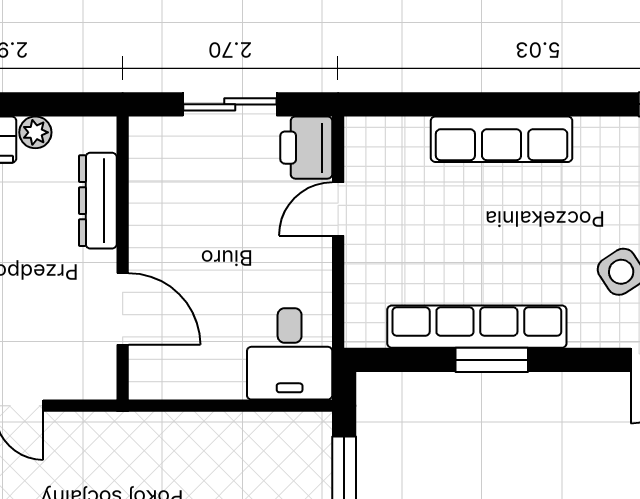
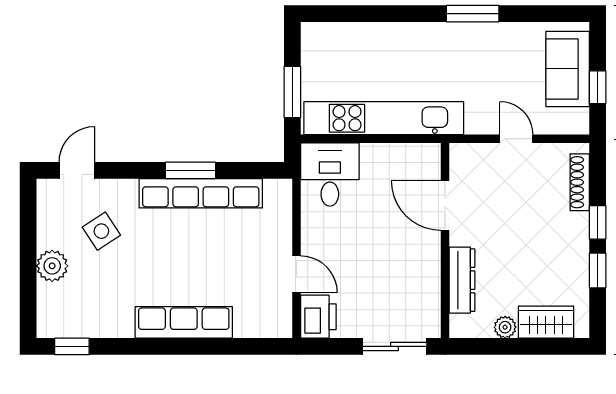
sliding door: (230, 104) -> (395, 346), moved
door: (338, 209) -> (296, 274), hinge flipped
kitchen unit: (211, 436) -> (384, 118), added

